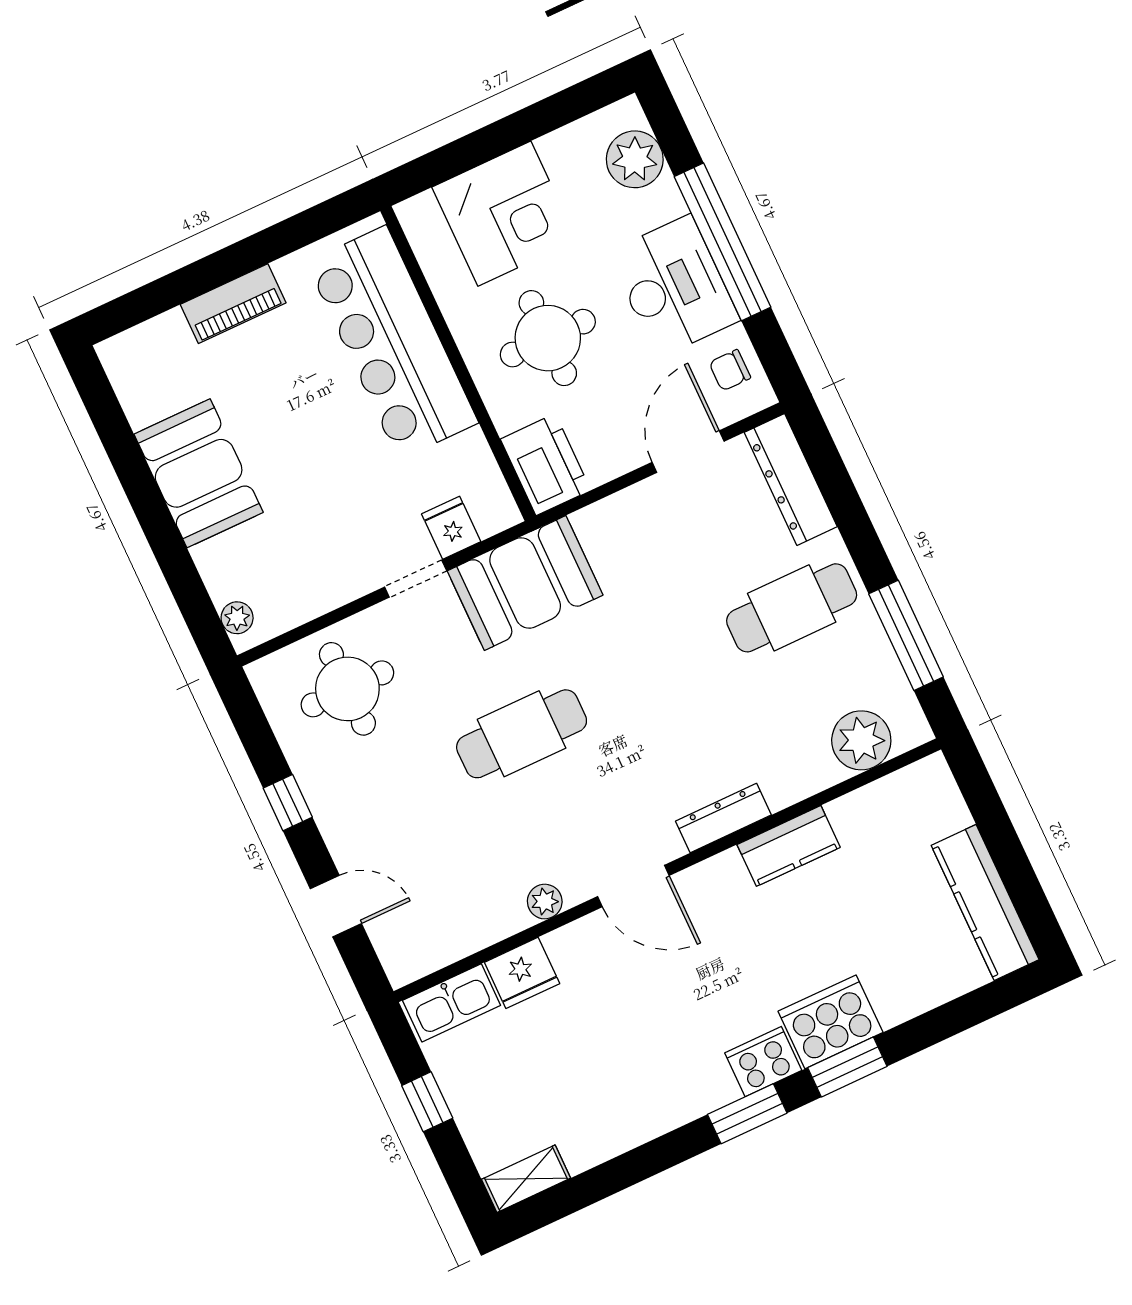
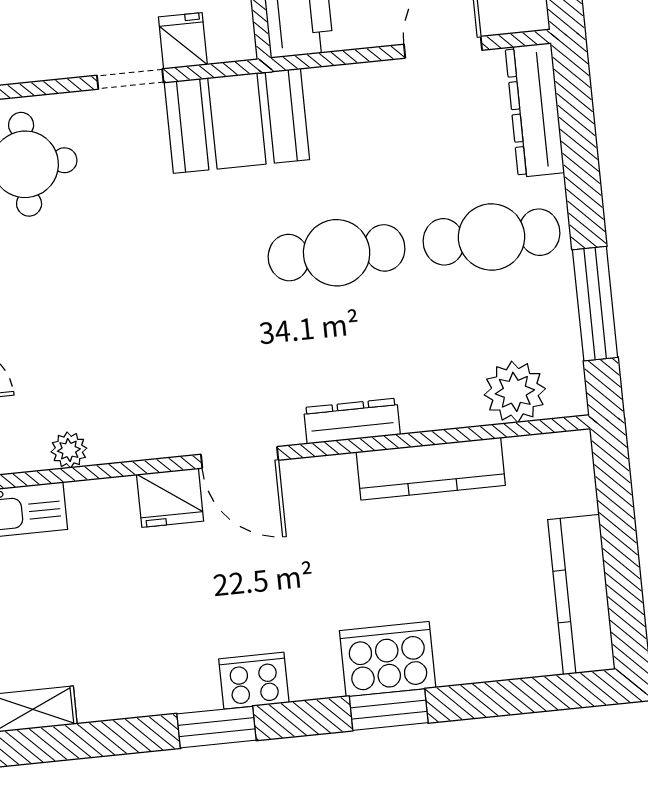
cafe table: (522, 734) -> (337, 253), moved
kitchen counter: (789, 846) -> (431, 469), width x1.50
plant: (545, 902) -> (69, 450), moved
fridge: (522, 973) -> (170, 498), moved
cooker: (763, 1062) -> (254, 681), moved
window: (747, 1114) -> (217, 727), moved

